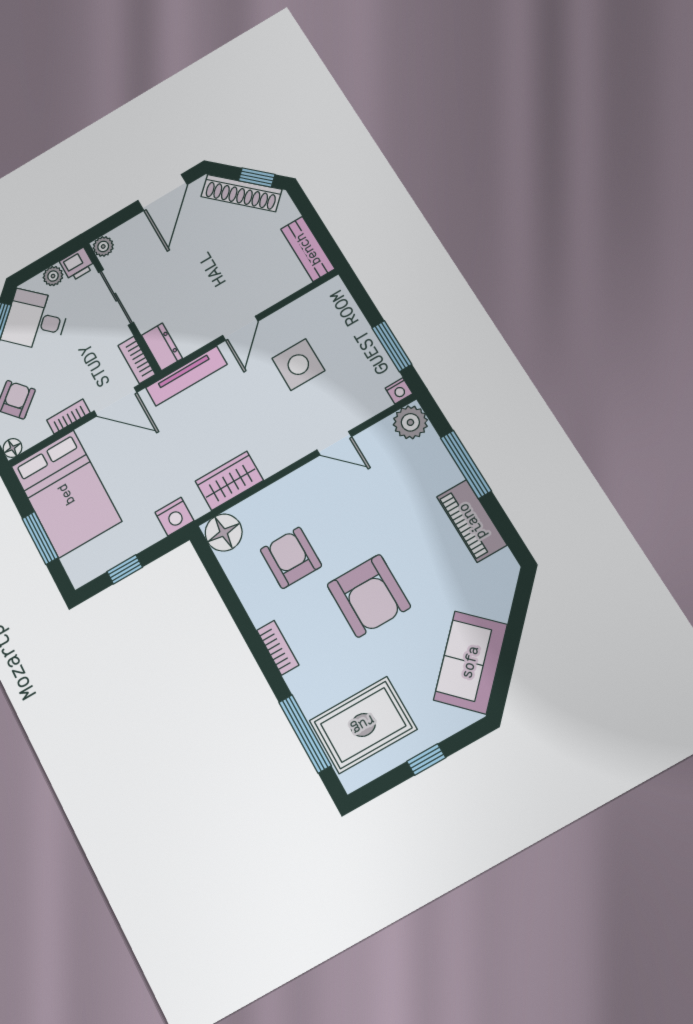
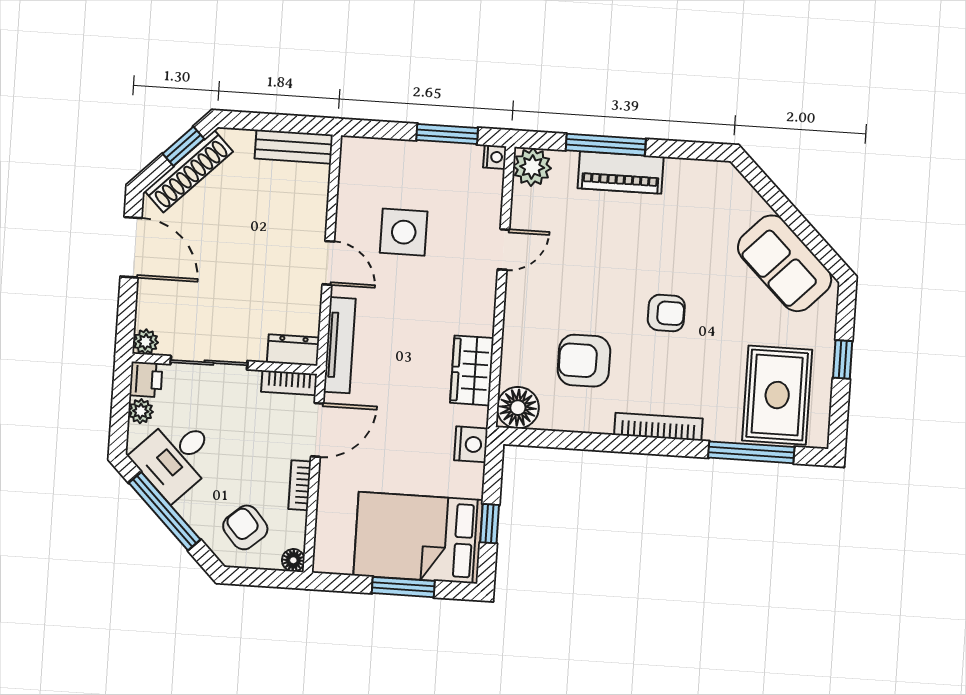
bed: (66, 494) -> (418, 538), moved, turned 180
piano: (472, 521) -> (621, 173), moved
armchair: (369, 596) -> (666, 313), width x0.53, depth x0.53
bookcase: (278, 648) -> (658, 427), width x1.56

